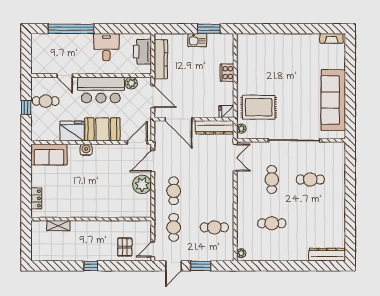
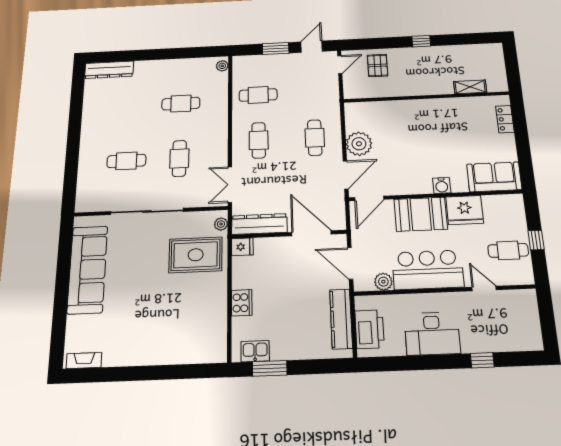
window: (71, 29) -> (482, 360), width x0.32
kitchen sink: (197, 40) -> (255, 351), moved
desk: (106, 47) -> (432, 334), width x1.37
cafe table: (174, 227) -> (259, 140), moved

